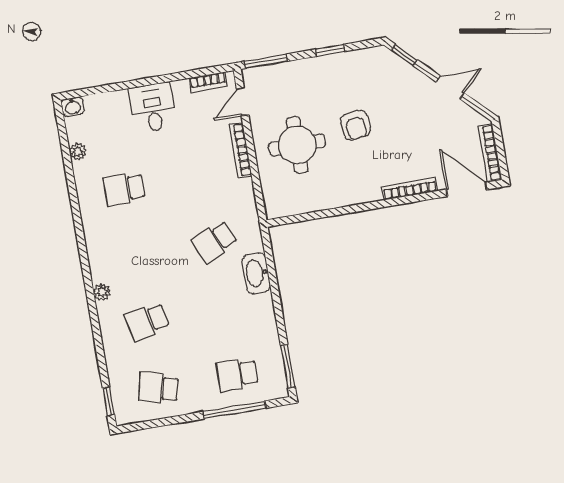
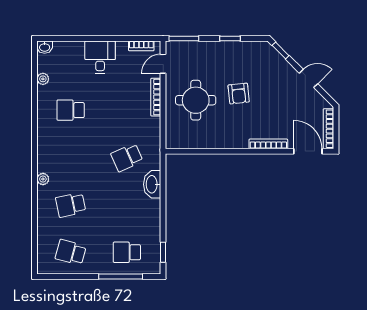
window: (288, 366) -> (163, 252), width x0.67
window: (108, 401) -> (35, 256), removed

